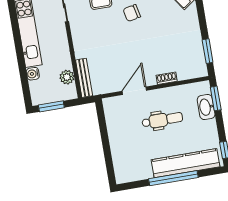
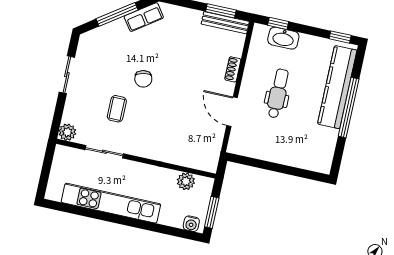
water cooler: (33, 74) -> (191, 224), moved
bench: (84, 78) -> (225, 23), moved
window: (216, 98) -> (278, 23), width x0.67

